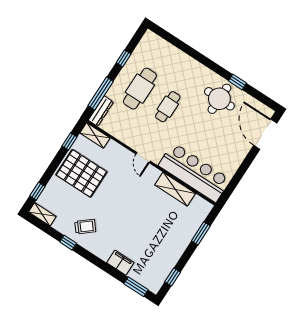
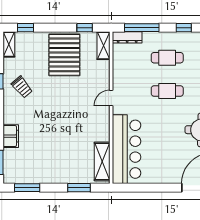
cafe table: (140, 89) -> (167, 58), width x0.73, depth x0.74
shelving: (175, 189) -> (102, 162), moved
window: (173, 277) -> (27, 188), width x1.50

